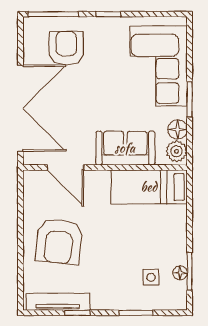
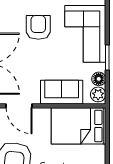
armchair: (66, 48) -> (38, 27), moved
bed: (149, 187) -> (78, 126), width x1.50

